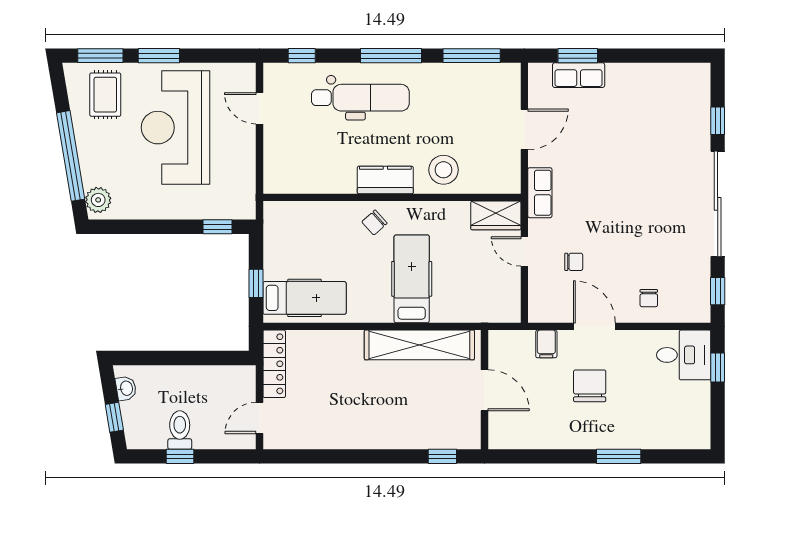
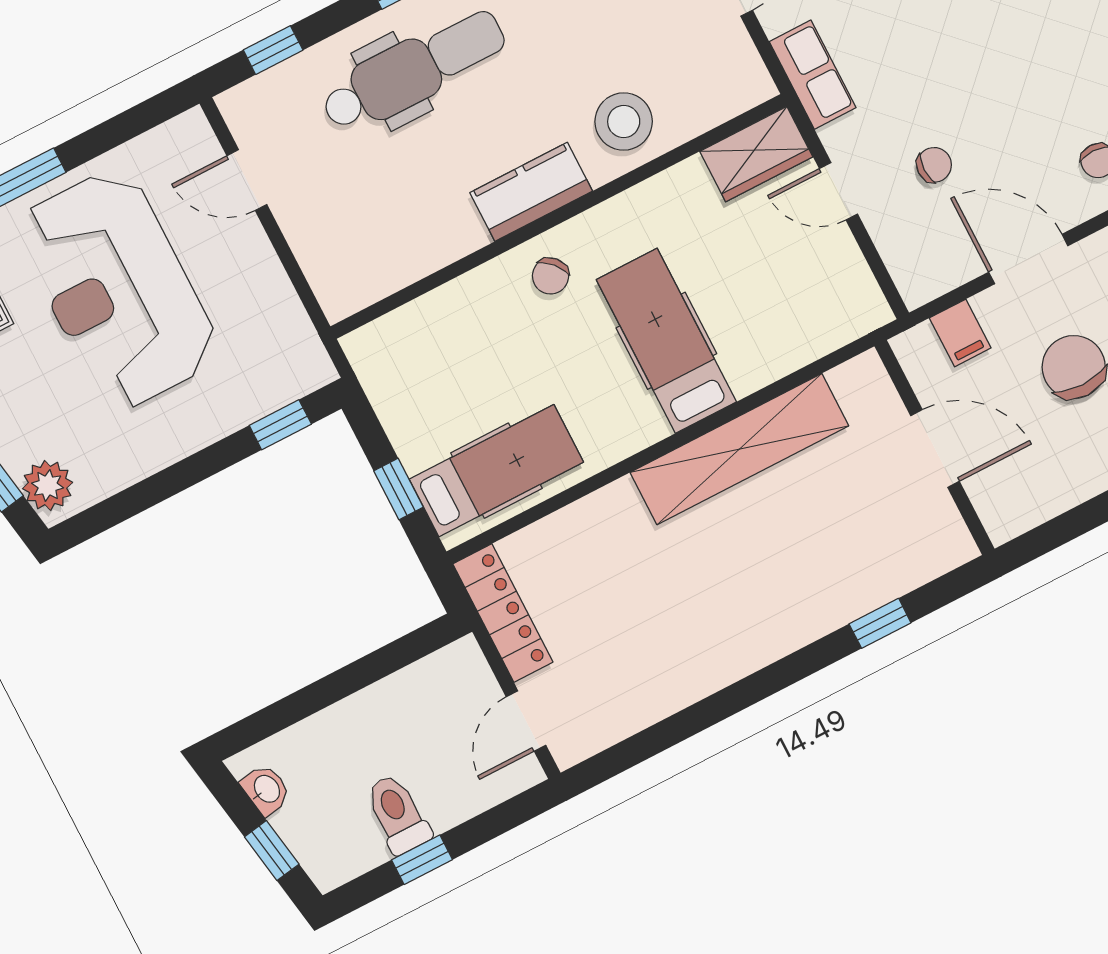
door: (485, 390) -> (935, 448), moved
wall: (485, 390) -> (934, 447), moved

